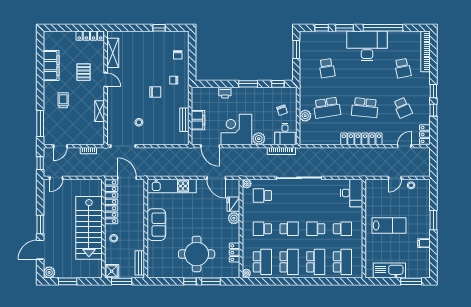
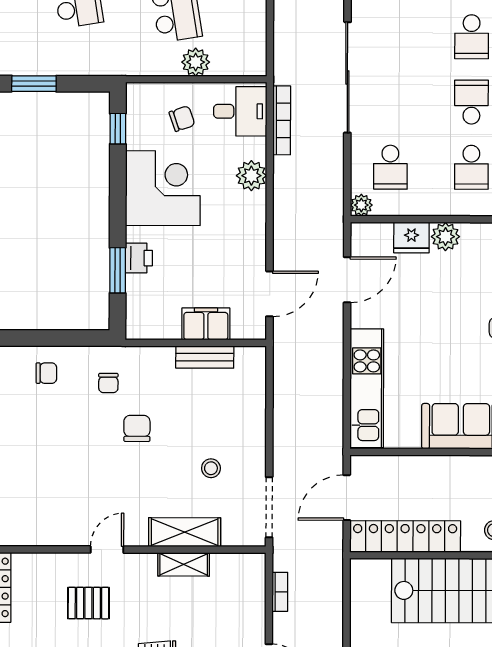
shelving: (113, 53) -> (185, 532), moved
window: (248, 84) -> (118, 270), moved
corner desk: (236, 130) -> (163, 188), moved, turned 180

